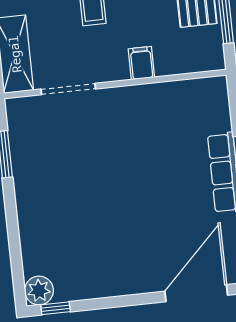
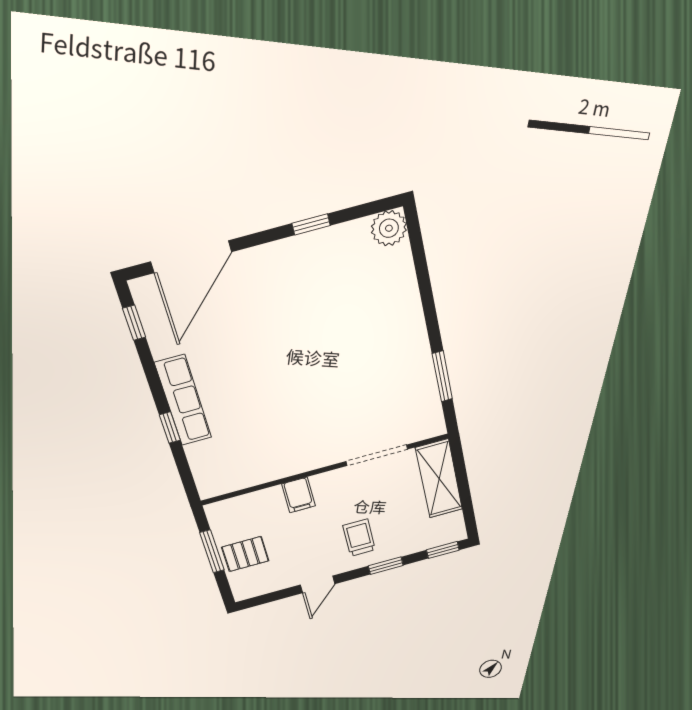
window: (56, 308) -> (311, 224), moved

